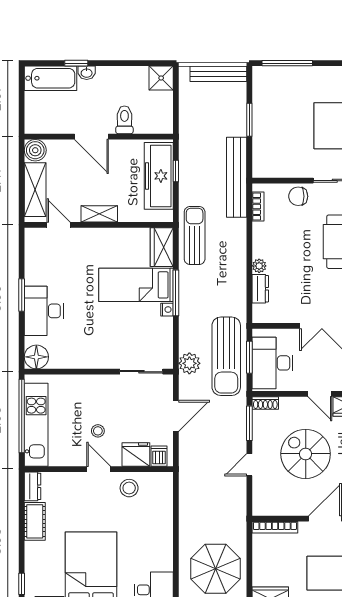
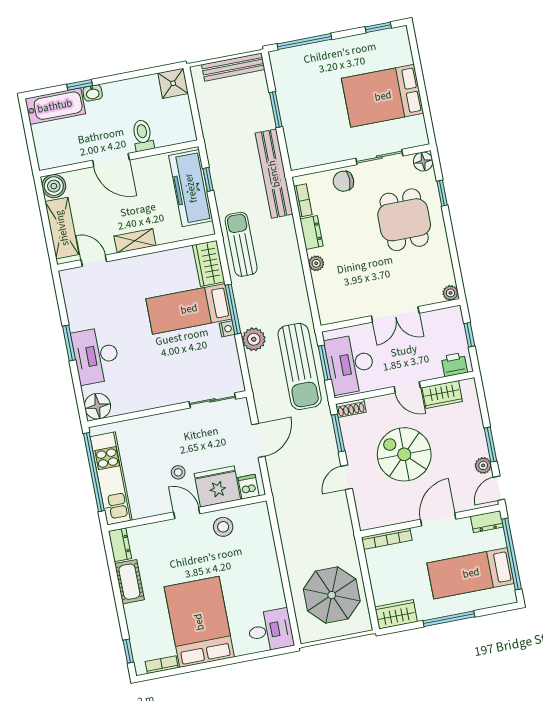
dresser: (260, 289) -> (311, 233), moved
plant: (189, 363) -> (254, 339), moved
fridge: (136, 454) -> (217, 486), width x1.36, depth x1.34

